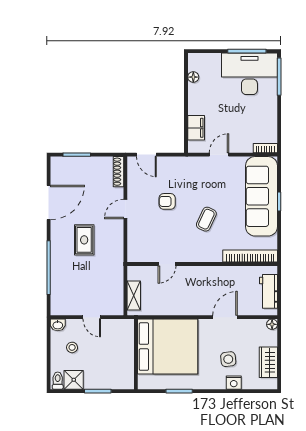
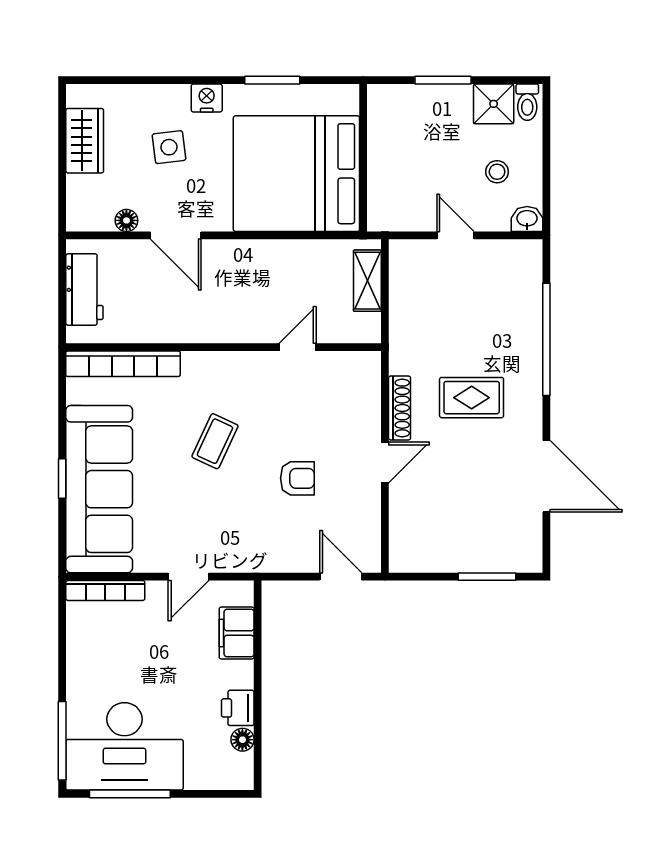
printer: (195, 92) -> (238, 708), added
bookcase: (265, 148) -> (105, 591), width x1.56
shoe rack: (118, 172) -> (400, 408), moved
door: (49, 202) -> (546, 476), swing flipped
rug: (84, 240) -> (472, 398), turned 90
door: (225, 317) -> (176, 235), hinge flipped
floor lamp: (272, 324) -> (126, 220), moved
nightstand: (234, 383) -> (207, 98), moved

